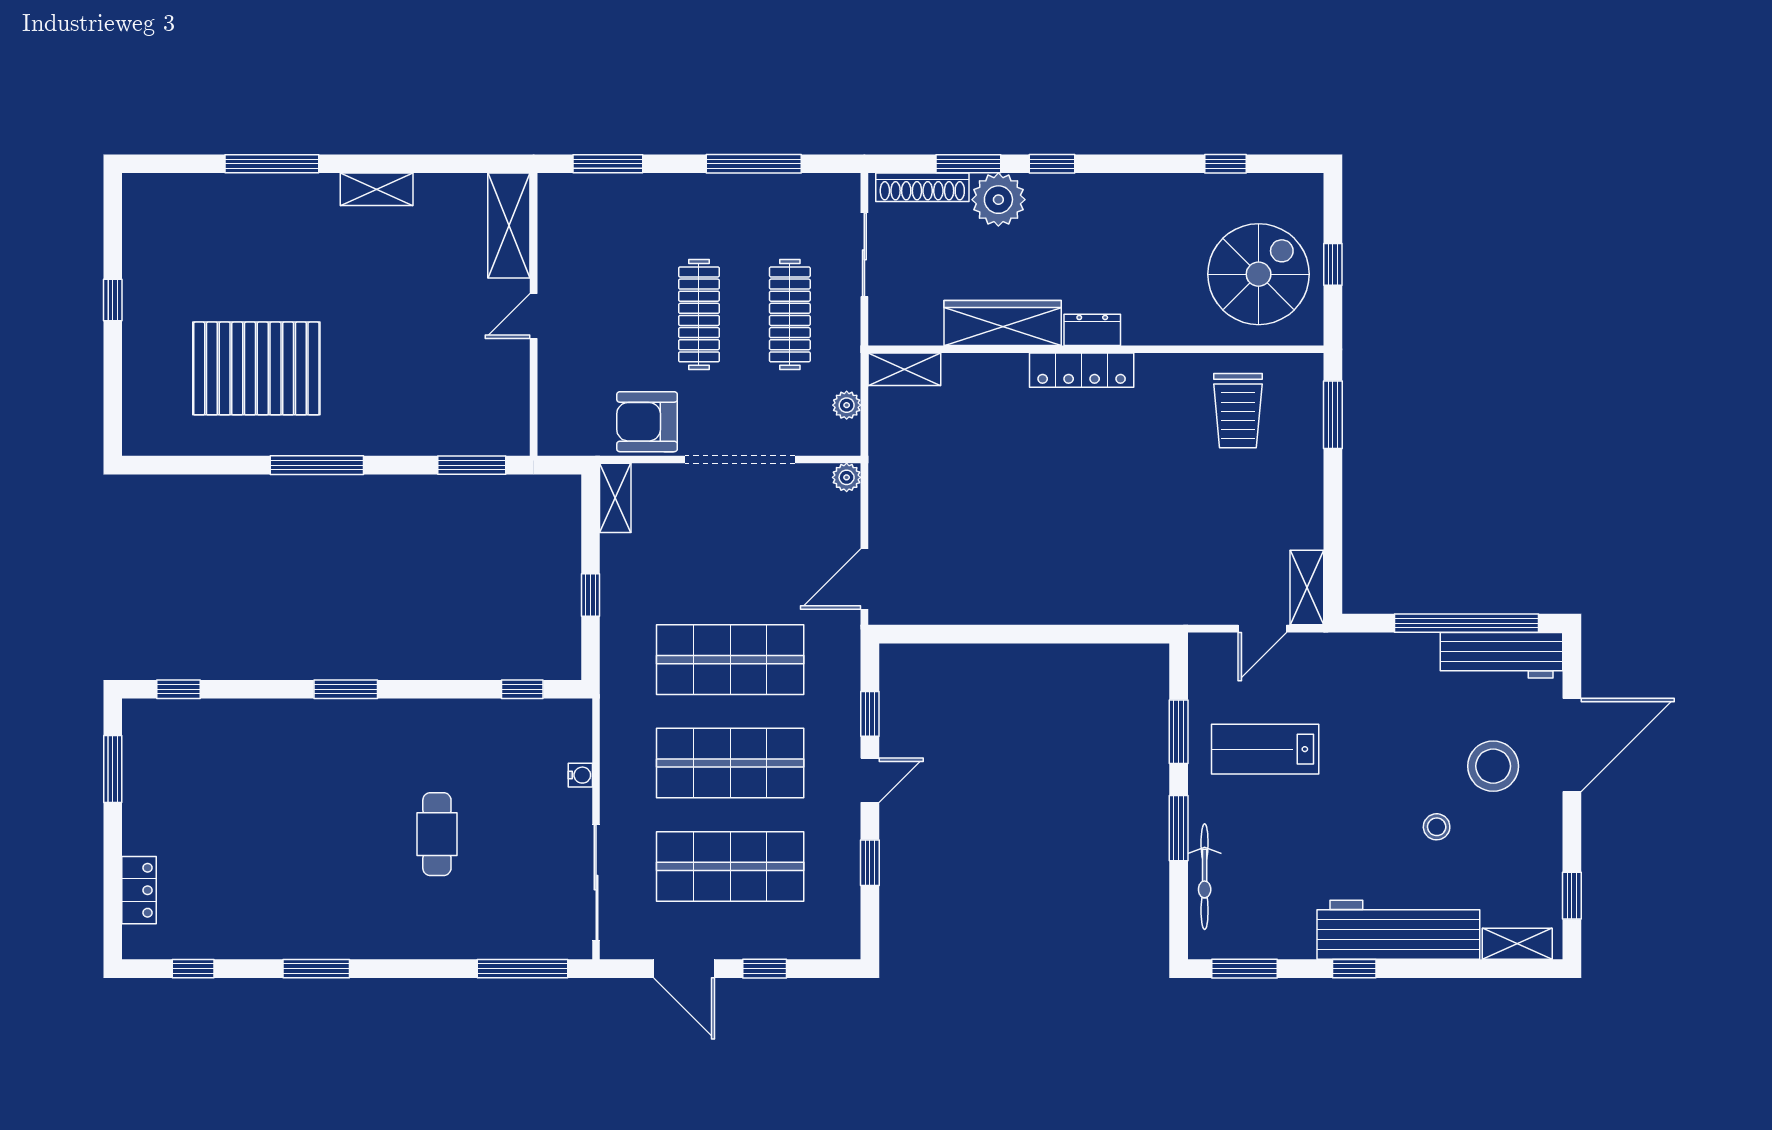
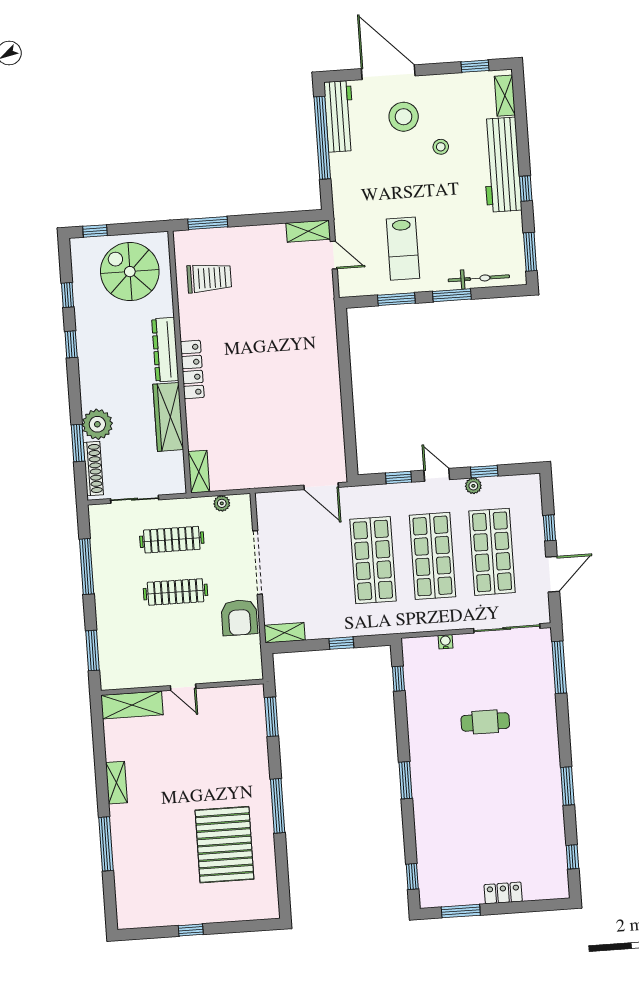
window: (1052, 164) -> (71, 344), moved
window: (1333, 264) -> (95, 231), moved
dresser: (1092, 330) -> (165, 350), width x1.96, depth x1.24
plant: (847, 477) -> (473, 486), moved
locker: (139, 890) -> (503, 893), moved

